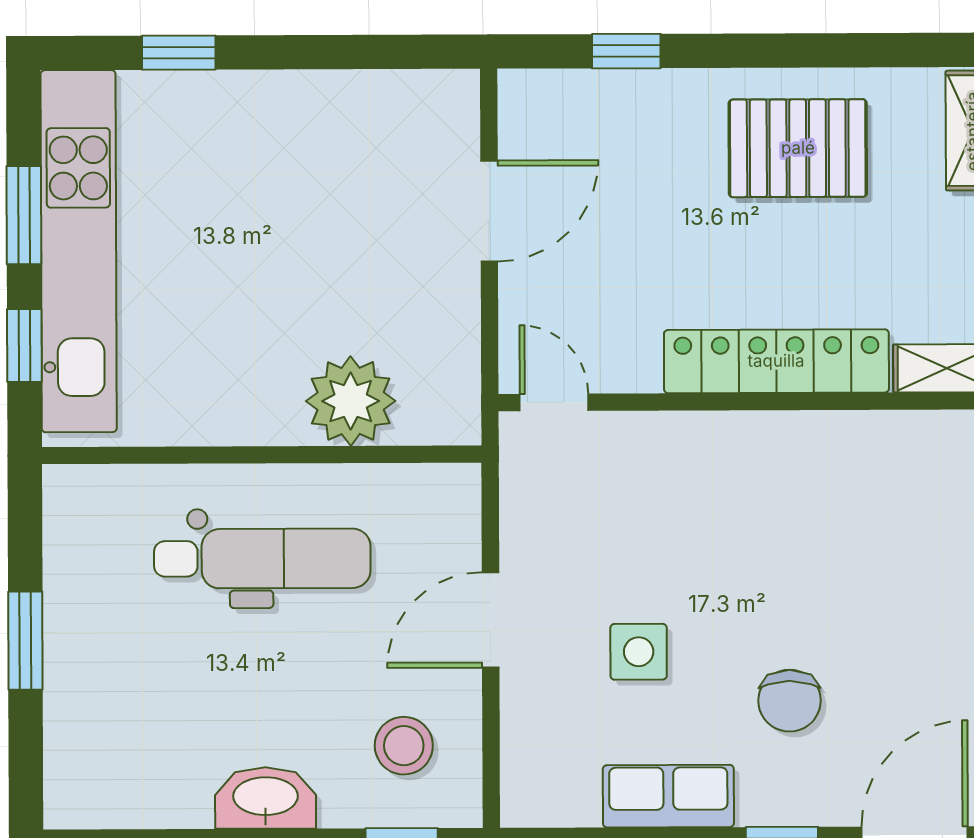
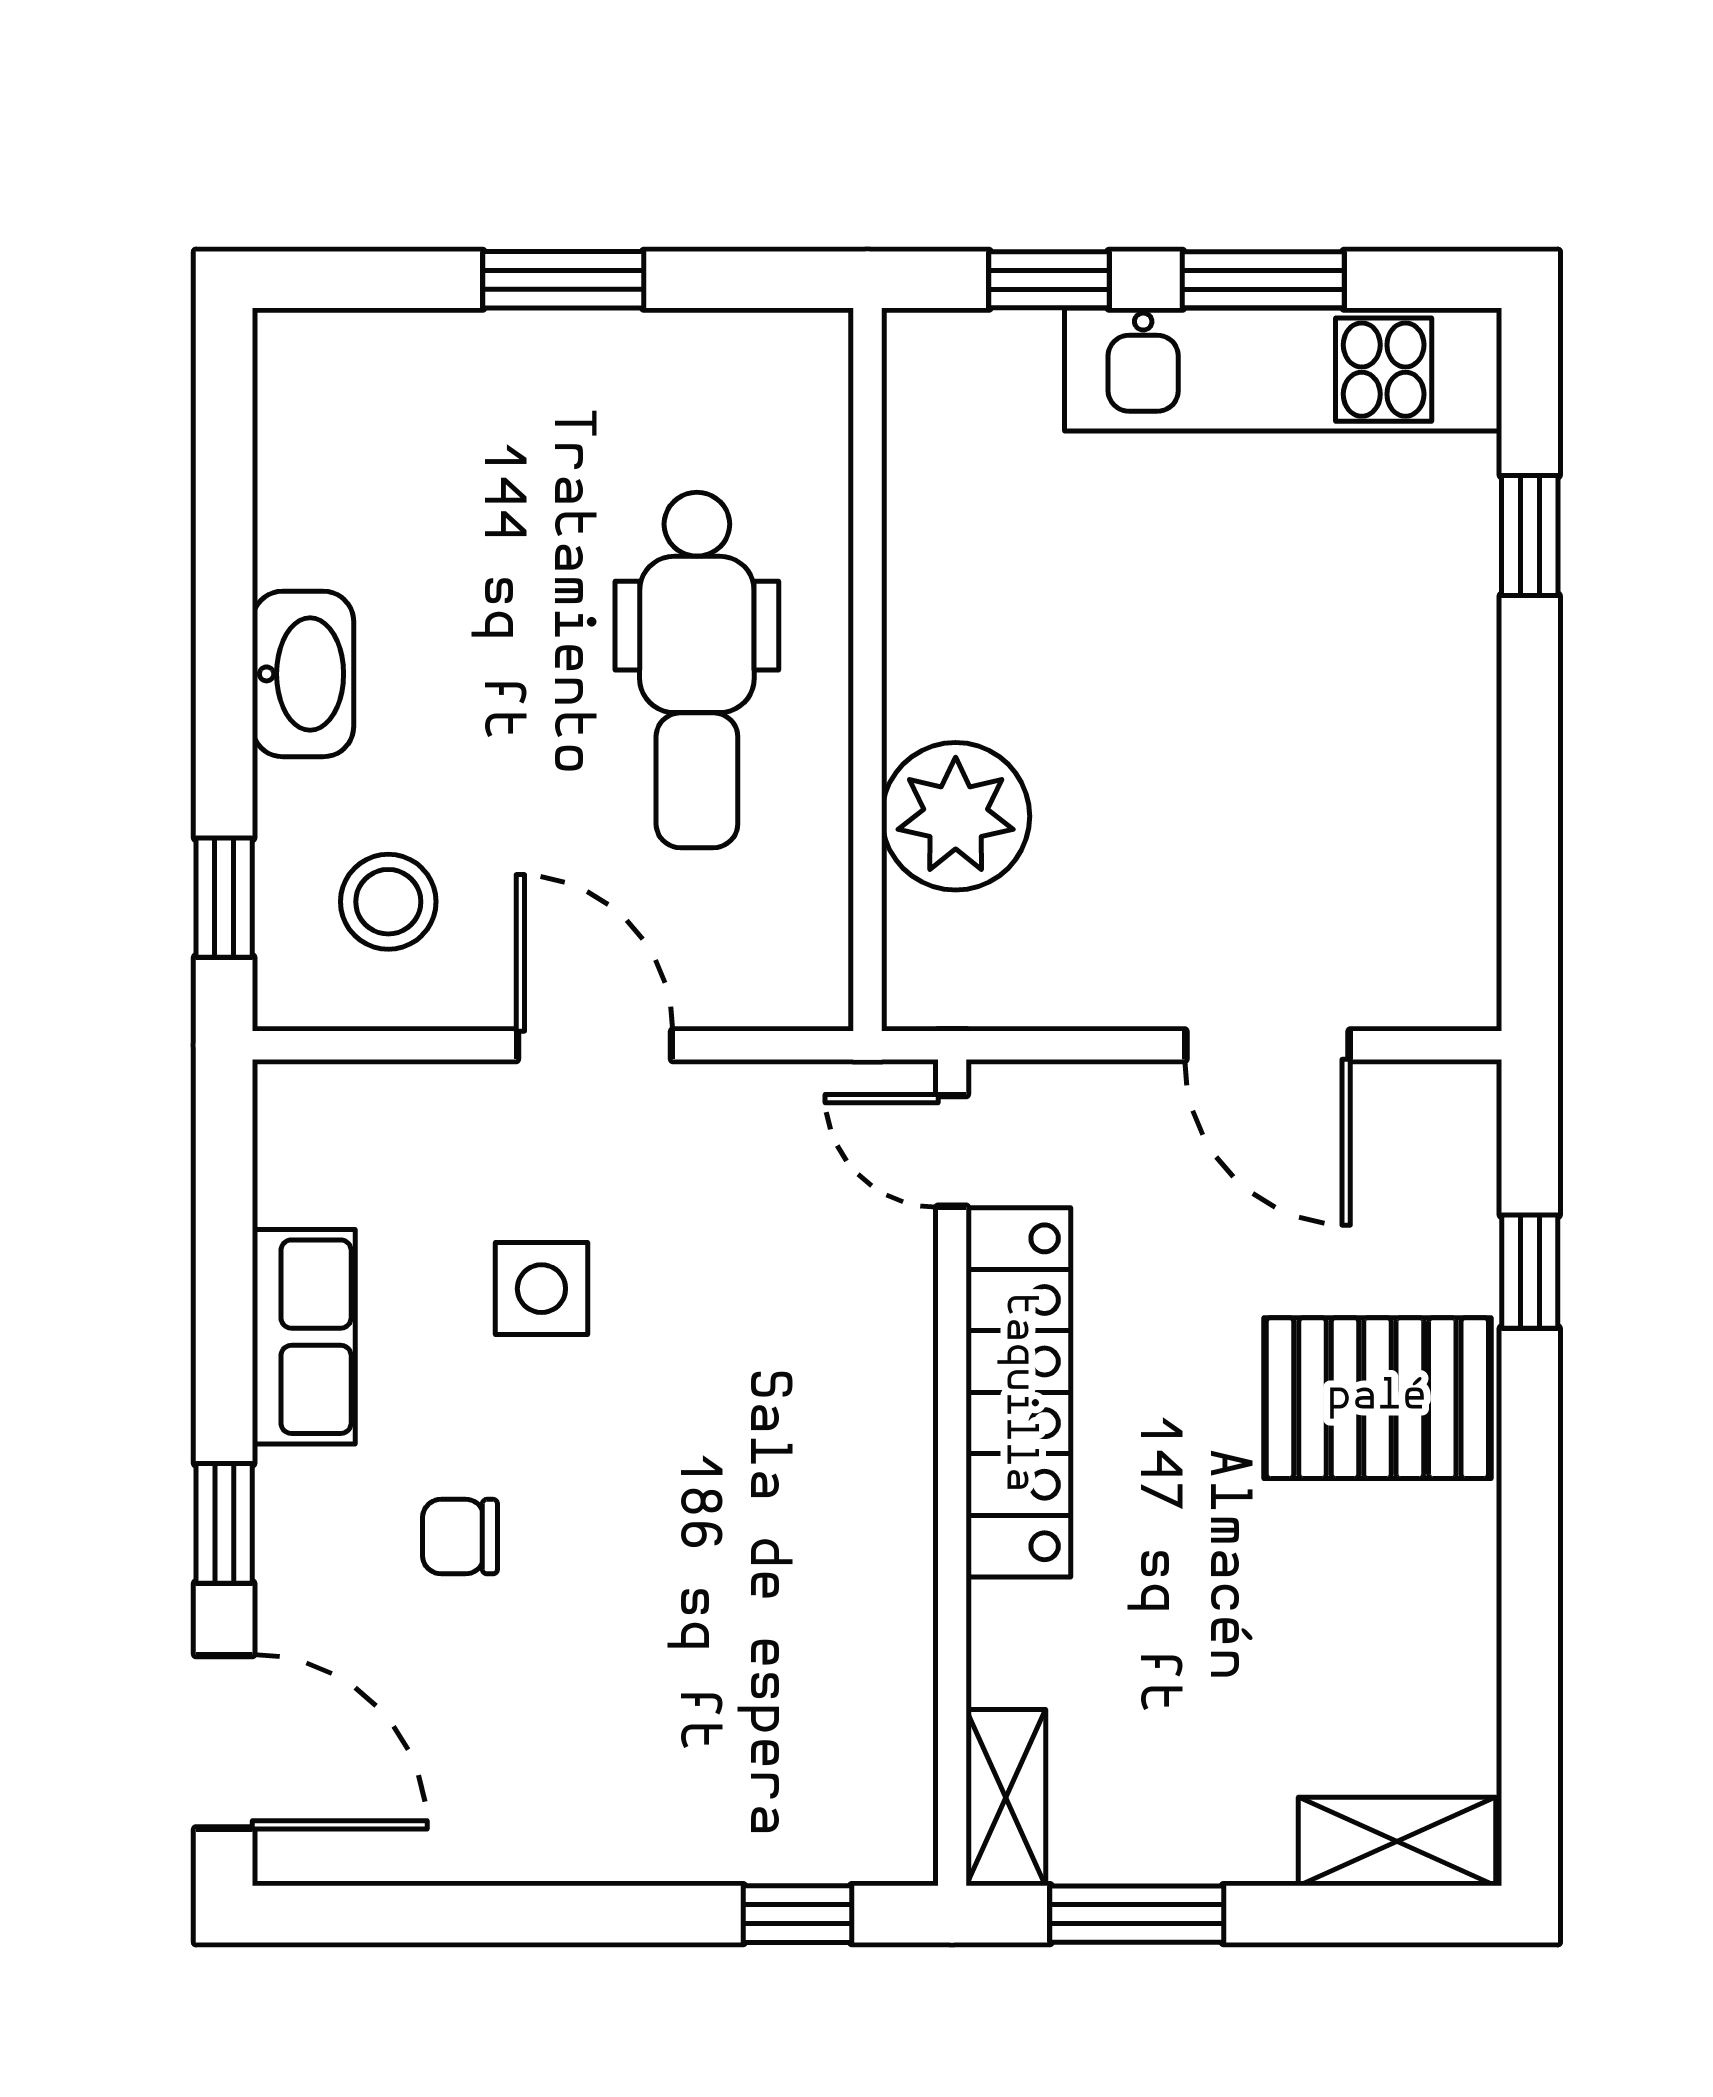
pallet: (798, 148) -> (1377, 1398), moved, turned 90
kitchen unit: (79, 251) -> (1283, 370), width x0.73
locker: (776, 361) -> (1018, 1392), moved
door: (554, 402) -> (952, 1151), swing flipped
chair: (790, 701) -> (460, 1537), width x0.73, depth x0.73

